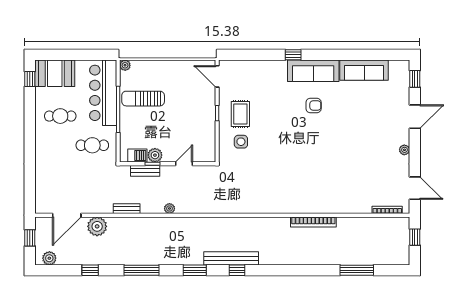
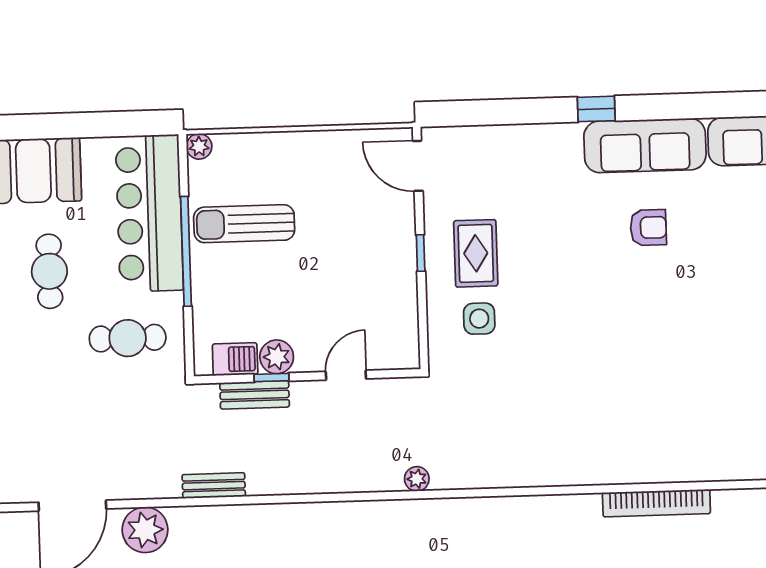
cafe table: (60, 116) -> (49, 271), turned 90
plant: (169, 208) -> (417, 479), moved

